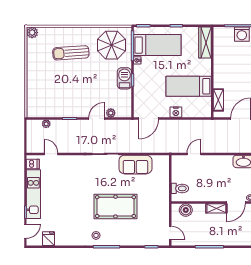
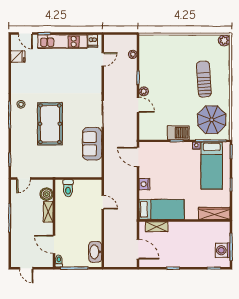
bed: (189, 86) -> (162, 209), moved, turned 90
plant: (111, 113) -> (144, 91), moved
shelving: (216, 208) -> (48, 212), moved

